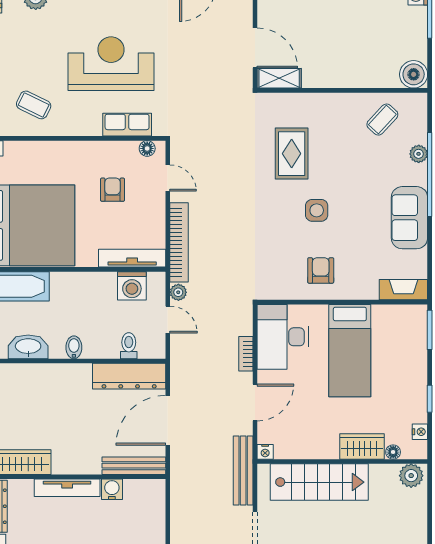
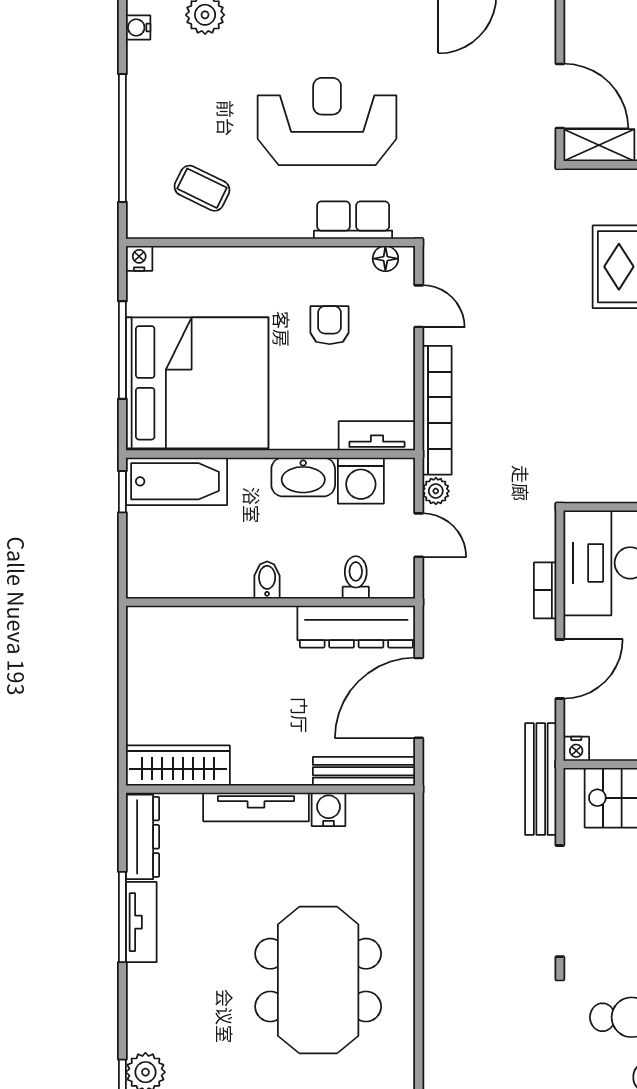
tv unit: (132, 258) -> (377, 436), width x0.71
washbasin: (28, 347) -> (303, 477), moved, turned 180

